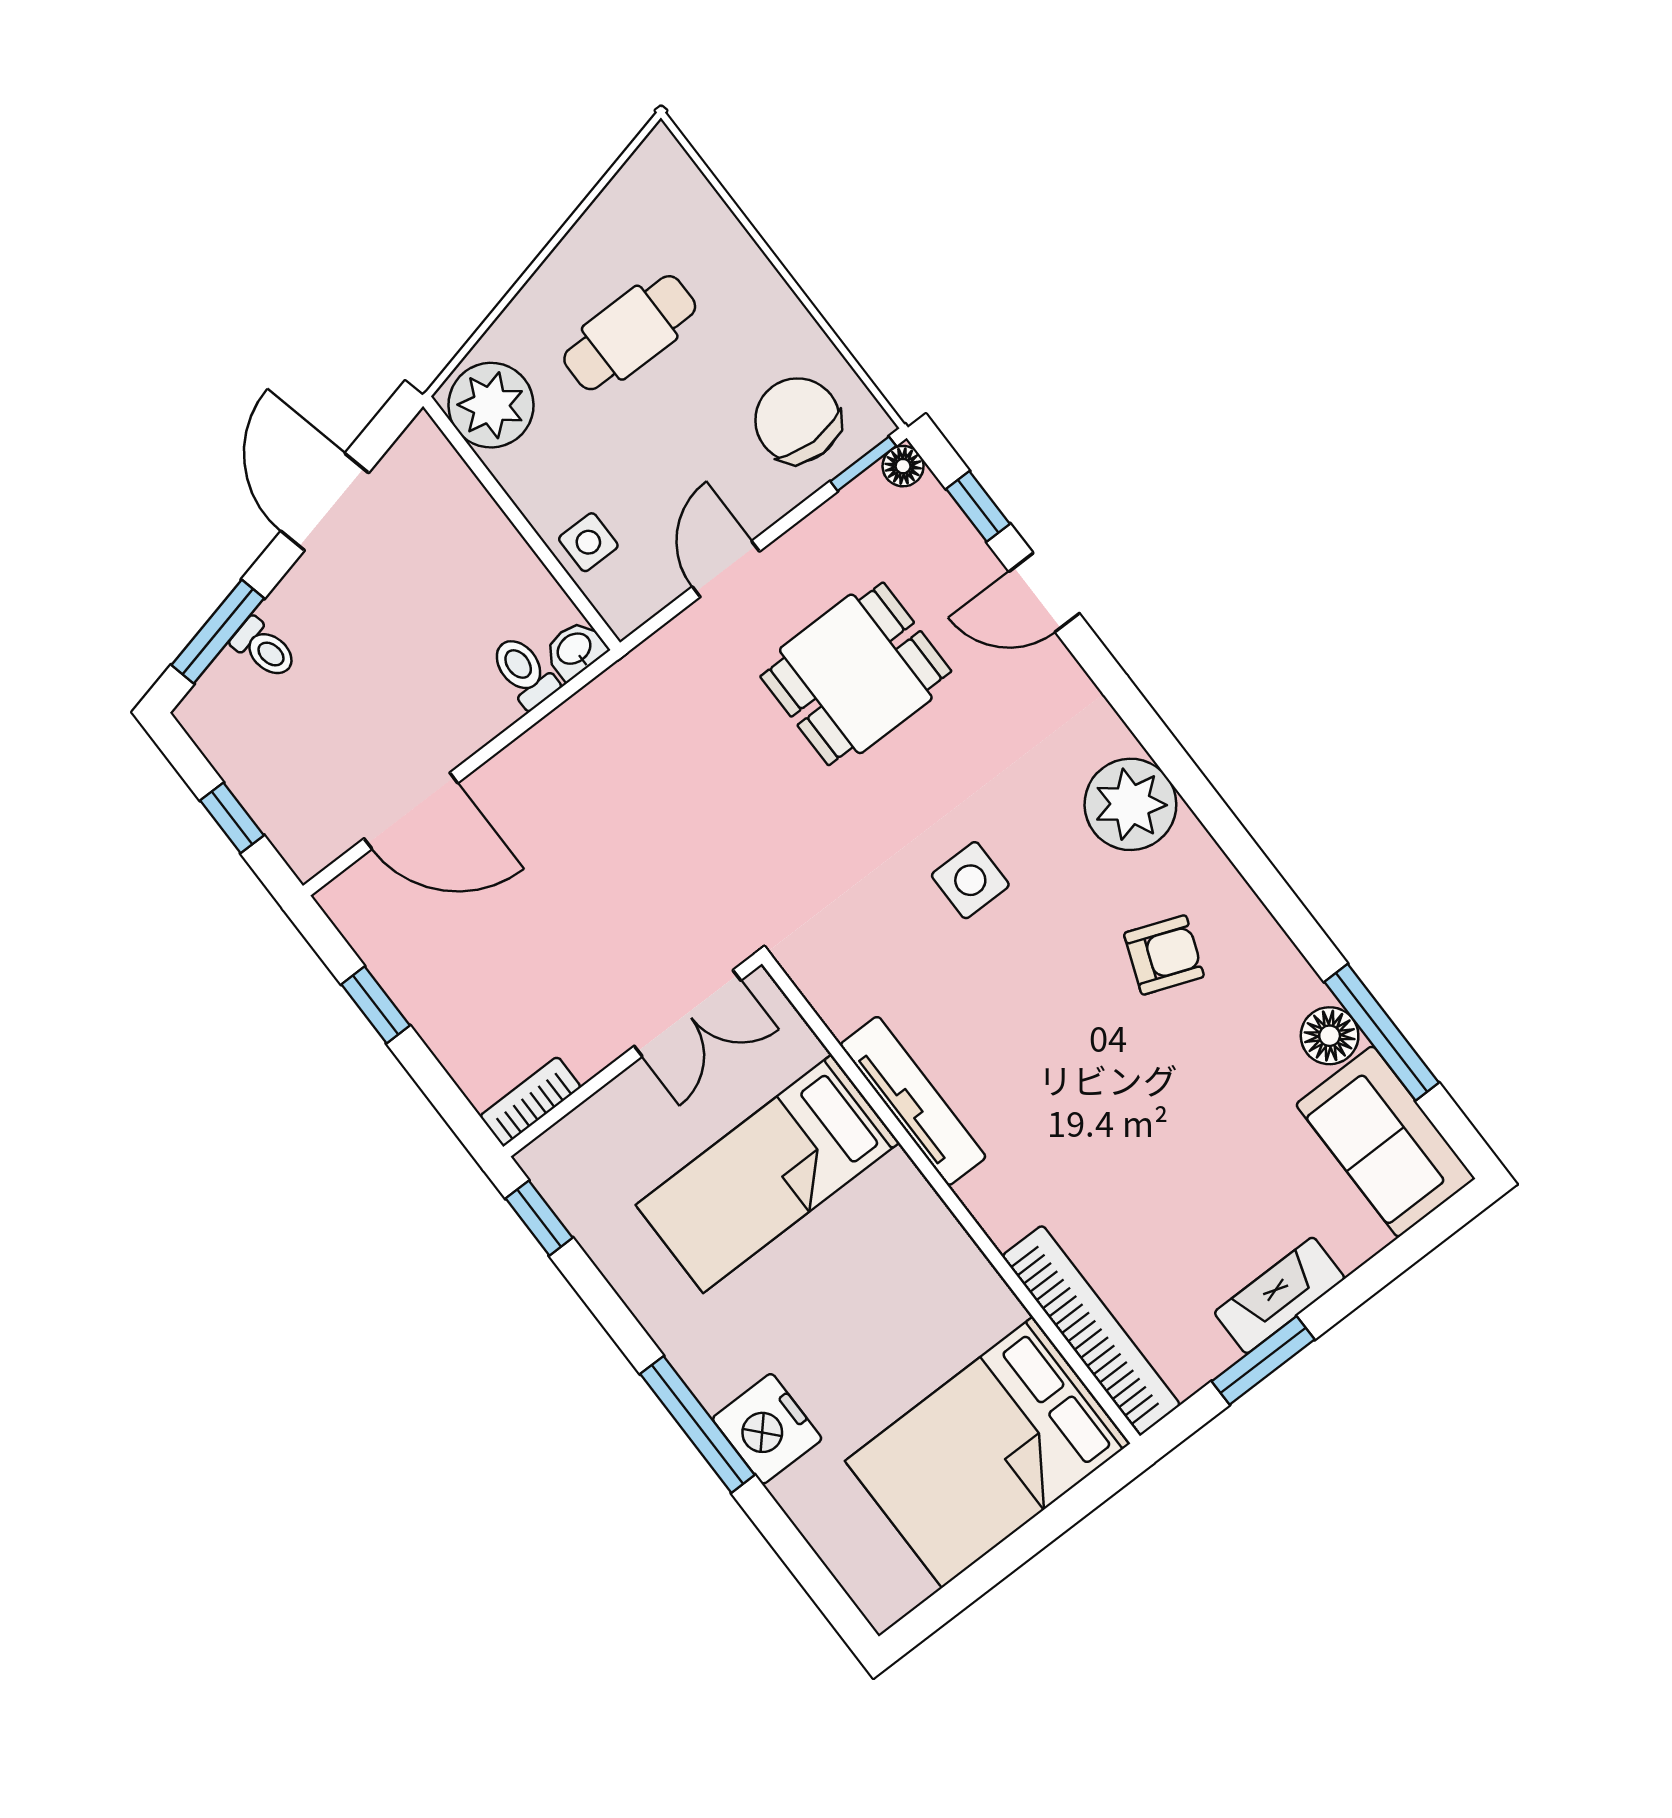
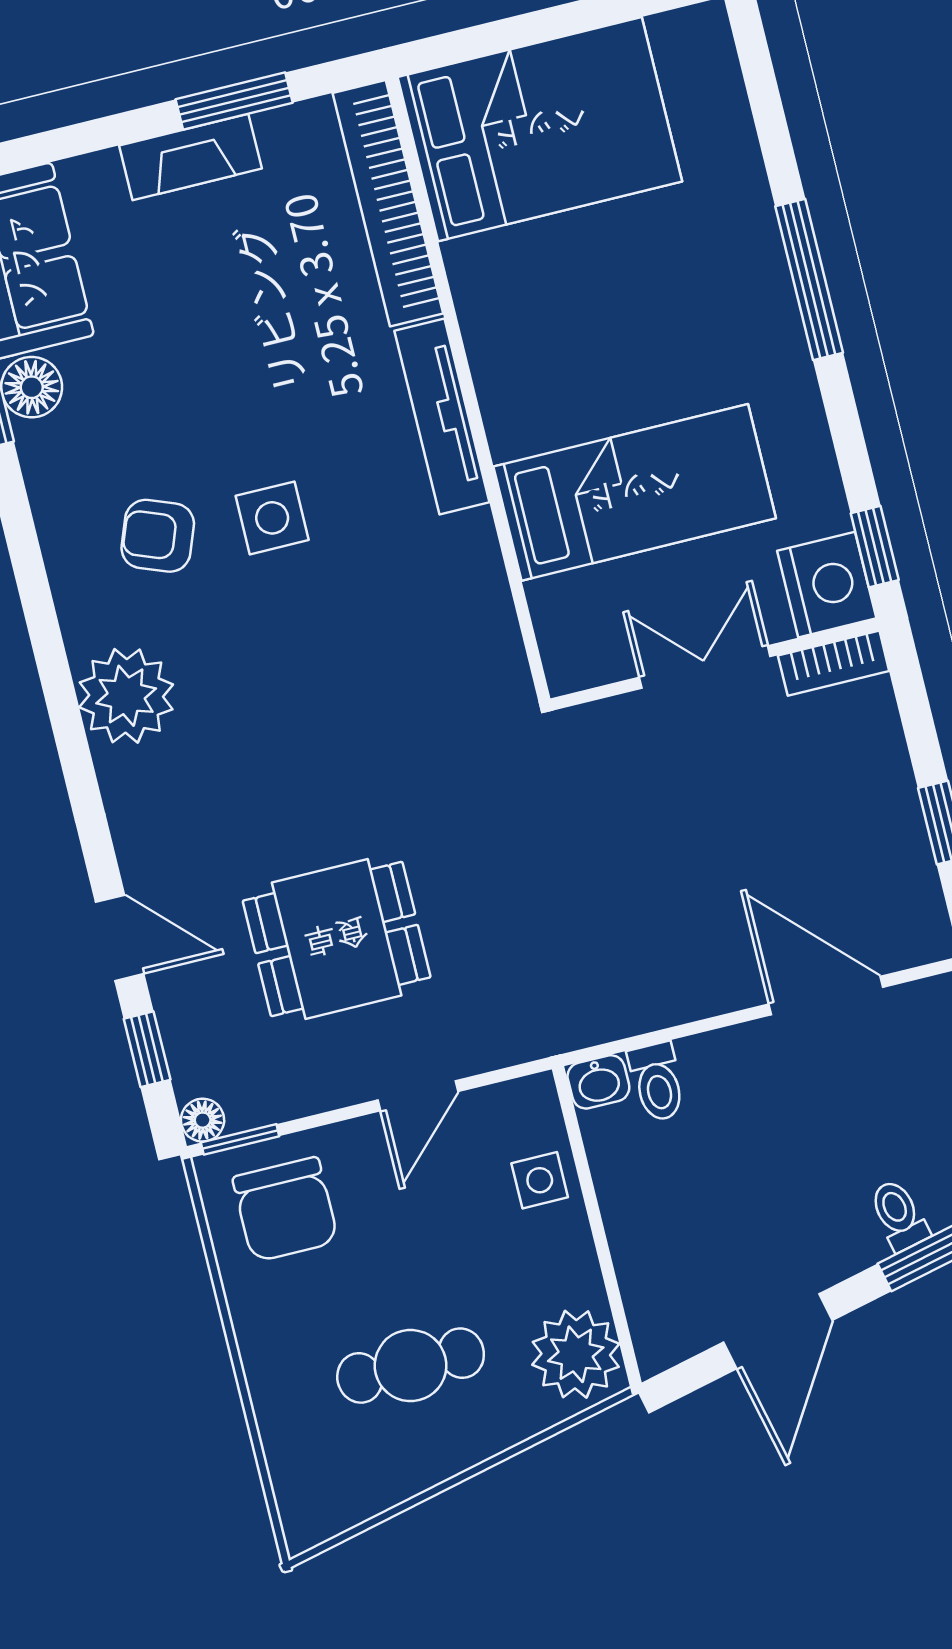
side table: (970, 880) -> (272, 518), moved
double door: (687, 1013) -> (705, 667), moved
tv unit: (913, 1101) -> (442, 417), moved
nightstand: (767, 1429) -> (827, 585), moved

